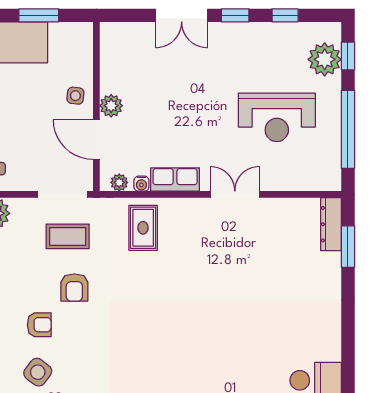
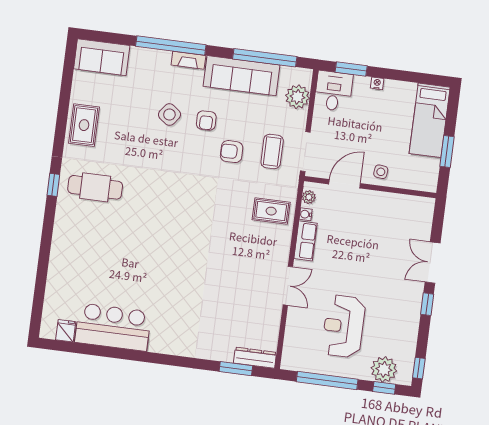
window: (285, 15) -> (419, 368), moved
plant: (111, 106) -> (369, 199), removed

